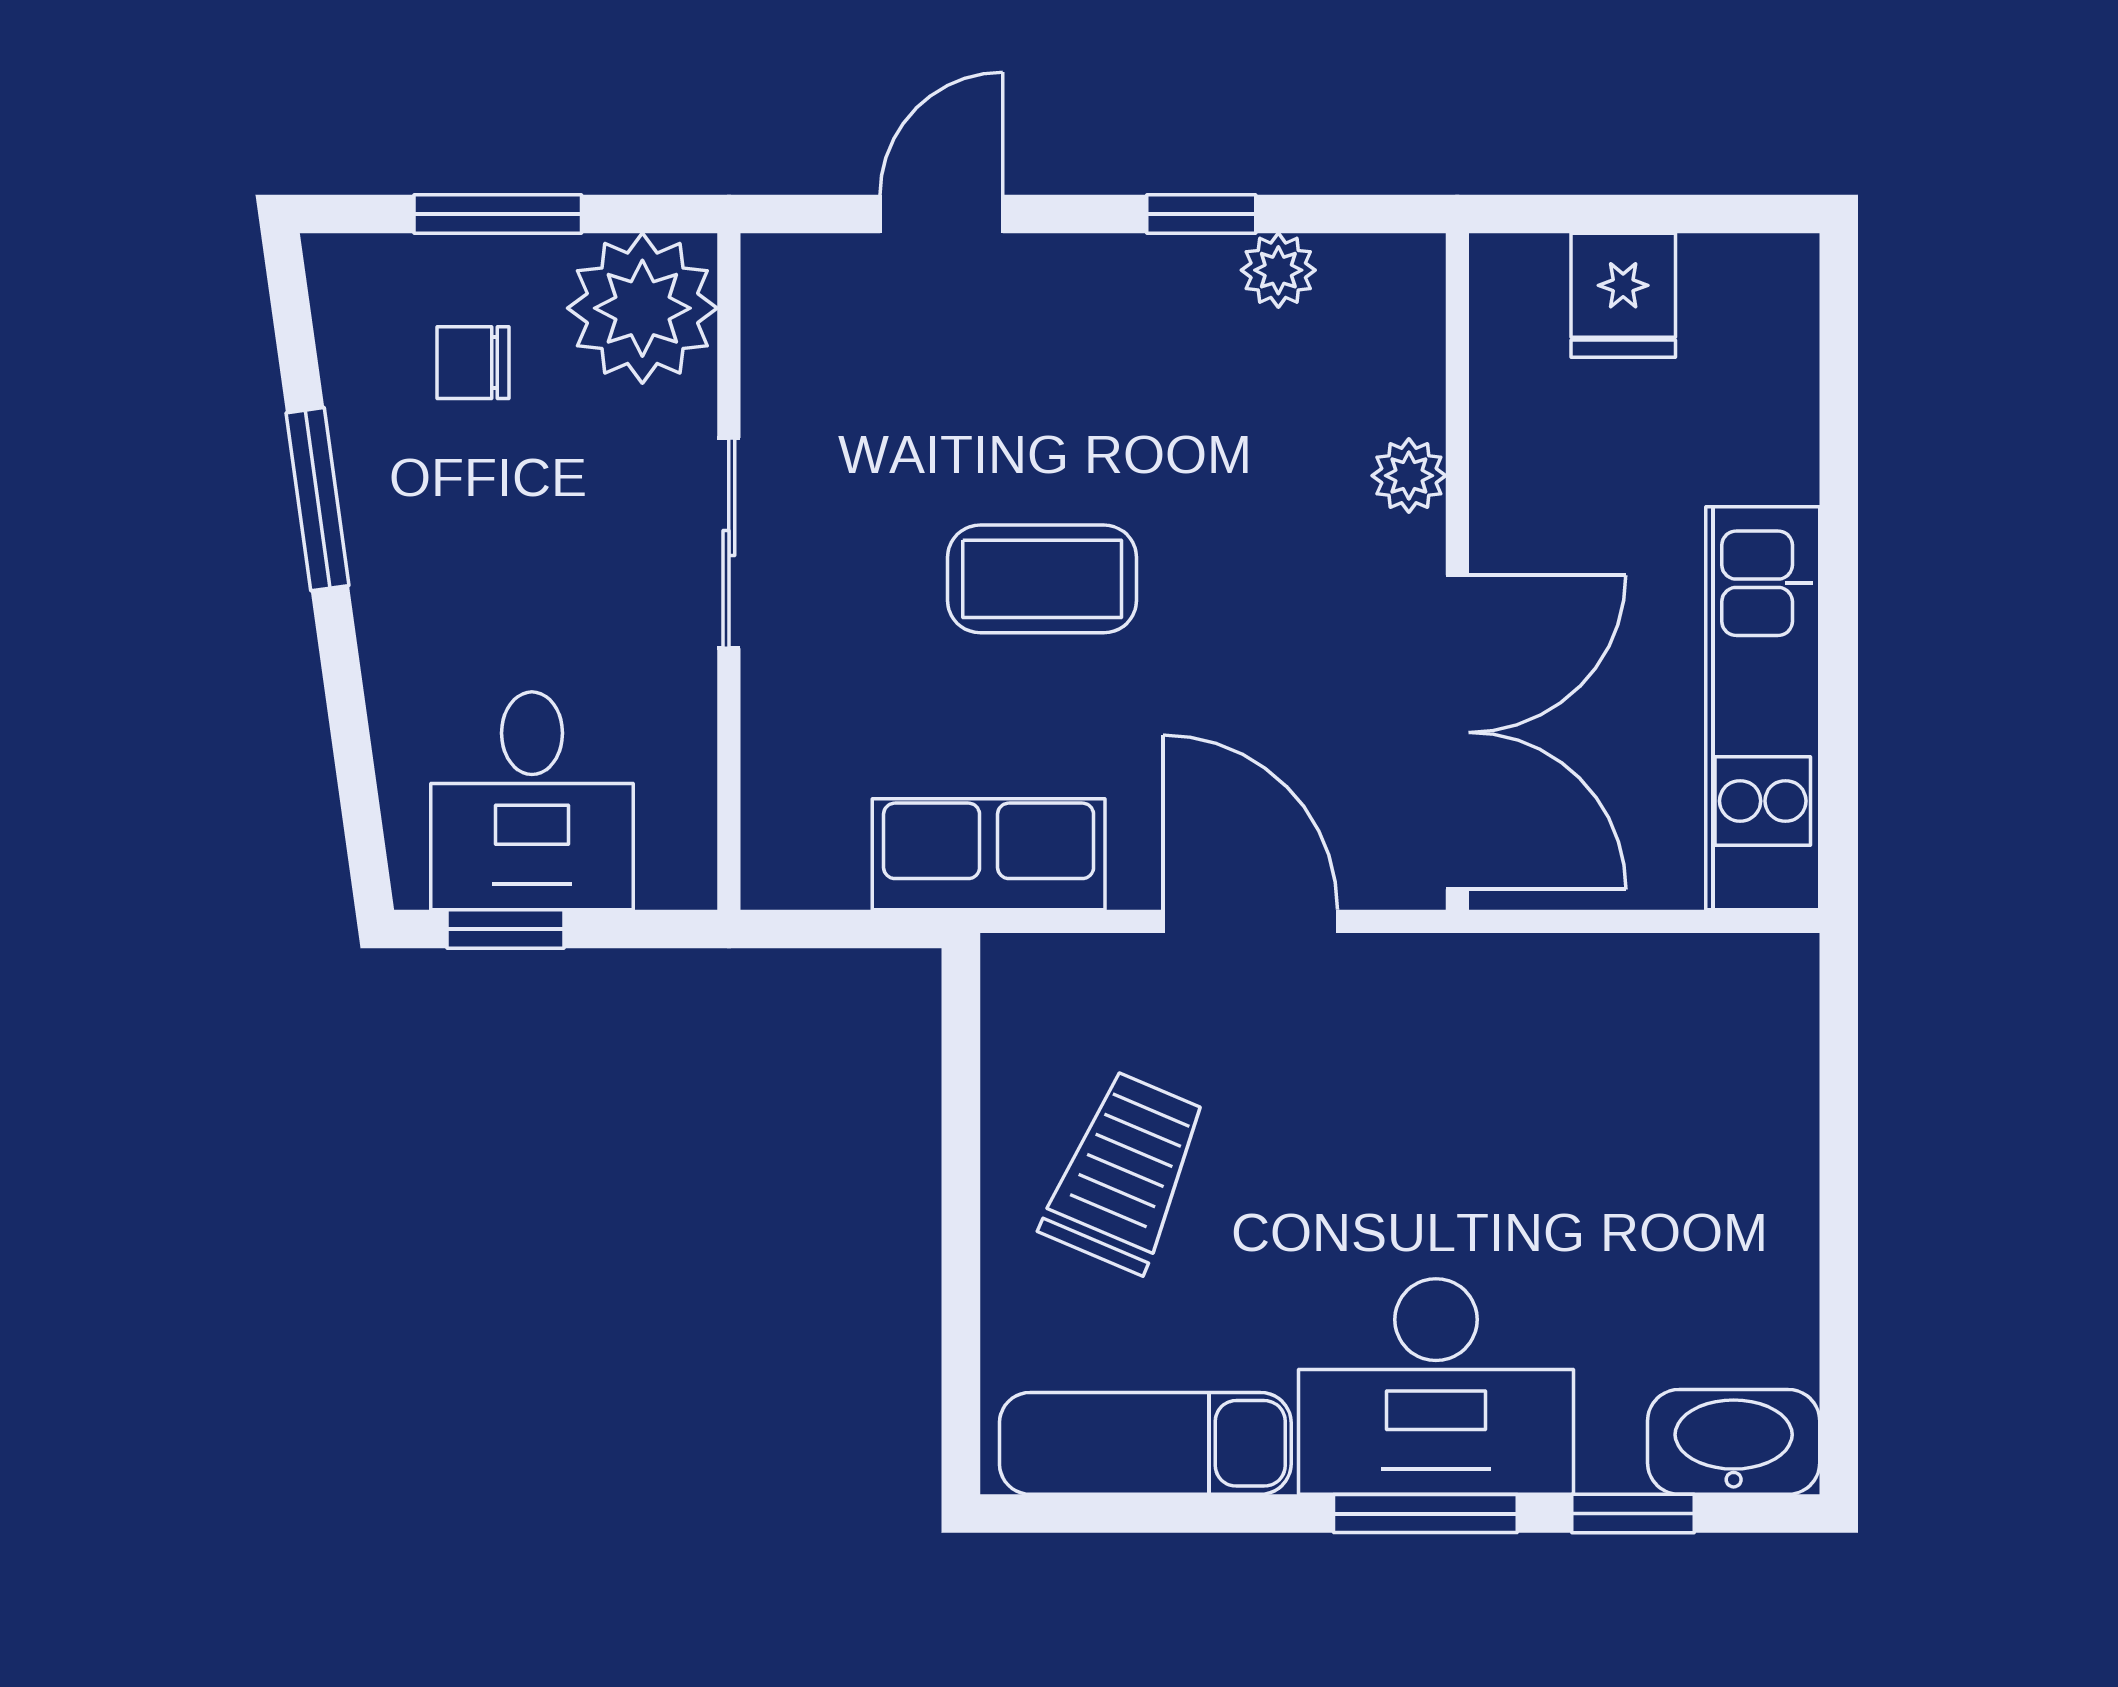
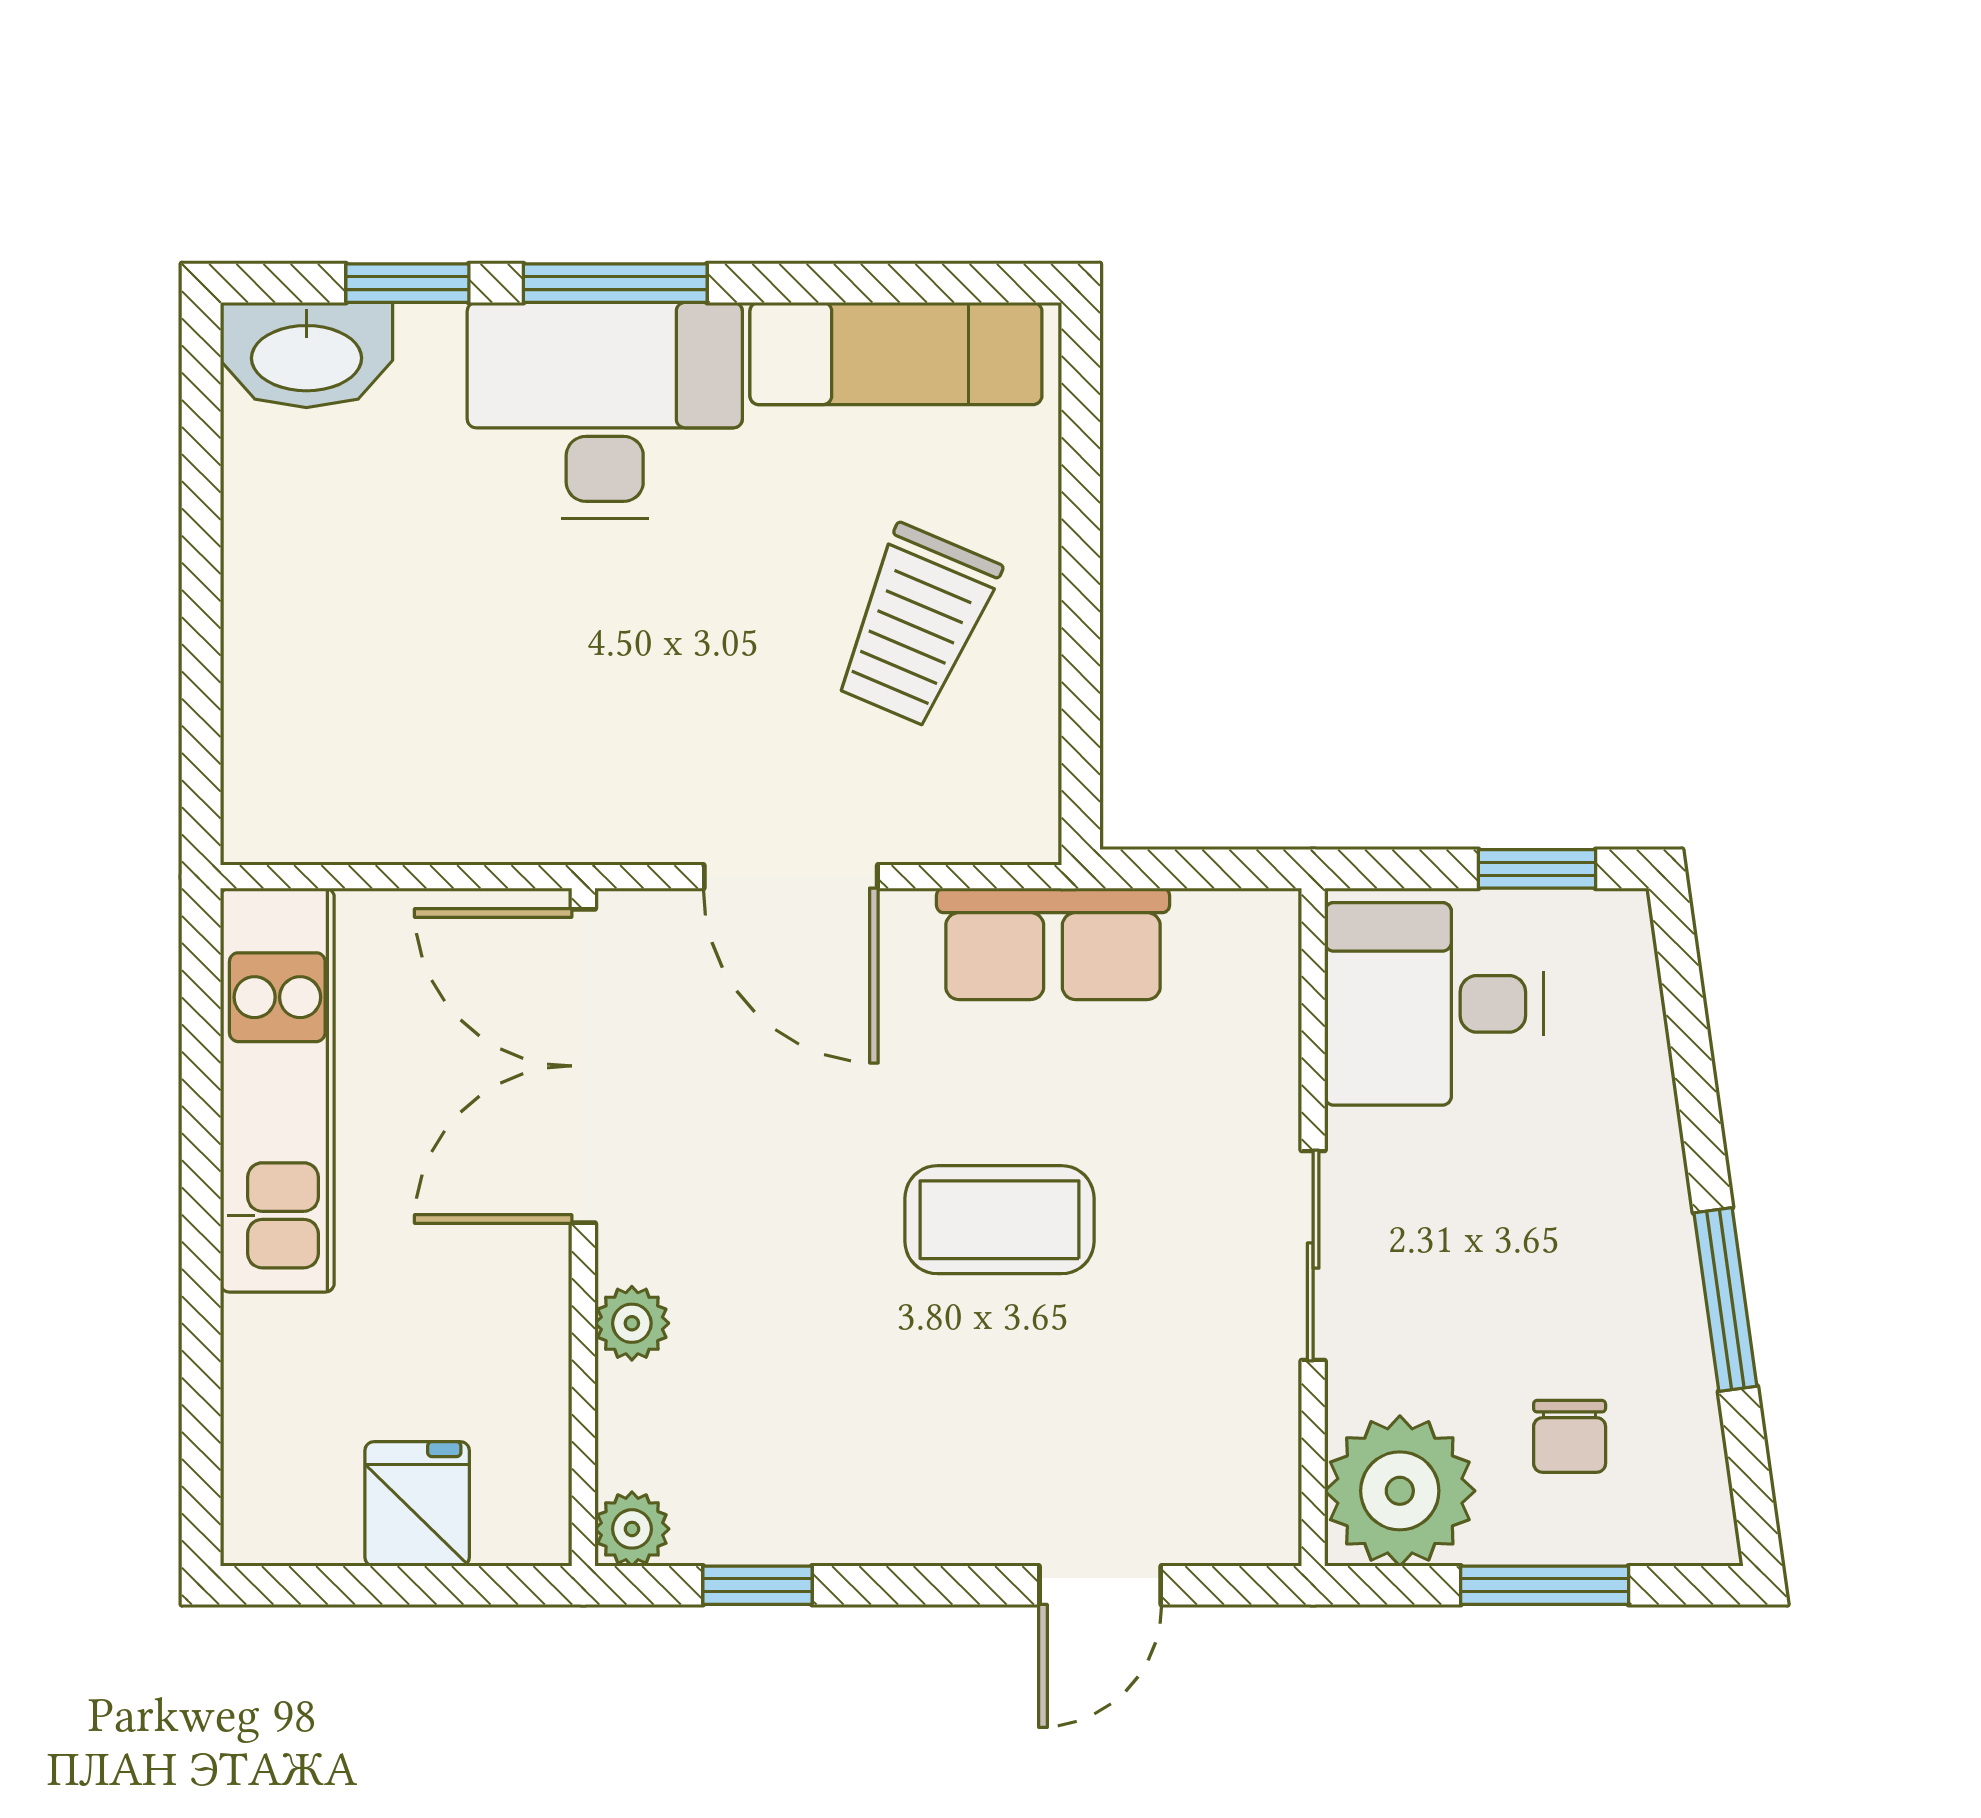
window: (1201, 214) -> (758, 1585), moved
plant: (1278, 270) -> (632, 1529), moved
chair: (473, 363) -> (1570, 1436), turned 90
desk: (532, 801) -> (1434, 1004), moved, turned -90

